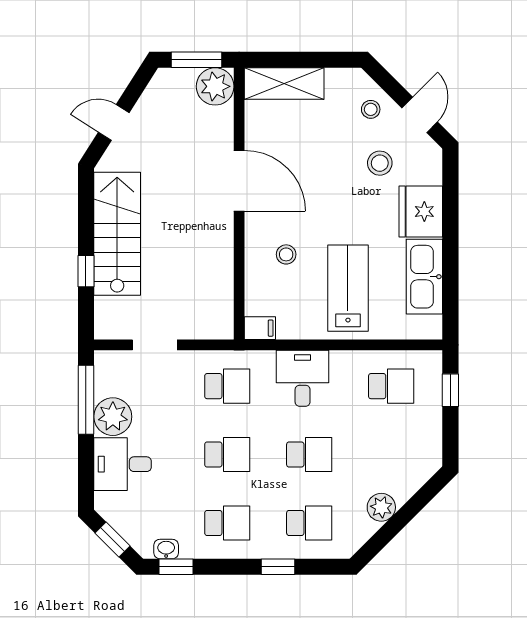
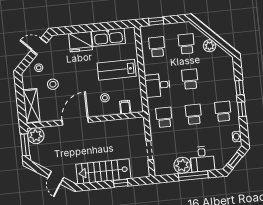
stool: (380, 163) -> (53, 84), moved
filing cabinet: (260, 328) -> (125, 107), moved
window: (86, 400) -> (193, 176), moved
school desk: (309, 523) -> (186, 44), moved
window: (176, 567) -> (242, 109), moved

